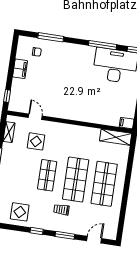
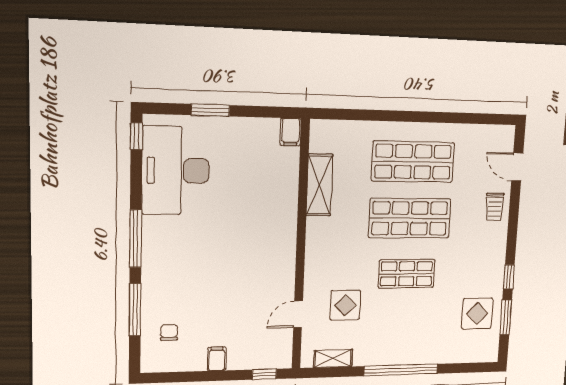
window: (103, 45) -> (136, 239), moved
filing cabinet: (20, 69) -> (217, 359), width x0.50
shelving: (116, 137) -> (319, 185), moved
trolley: (61, 210) -> (495, 207), moved
window: (65, 235) -> (506, 317), moved

